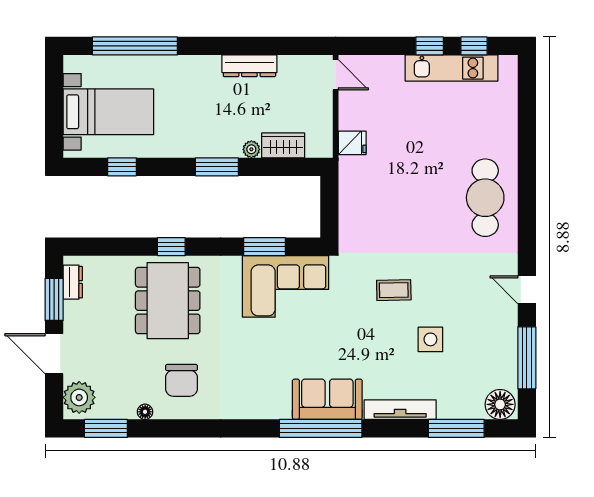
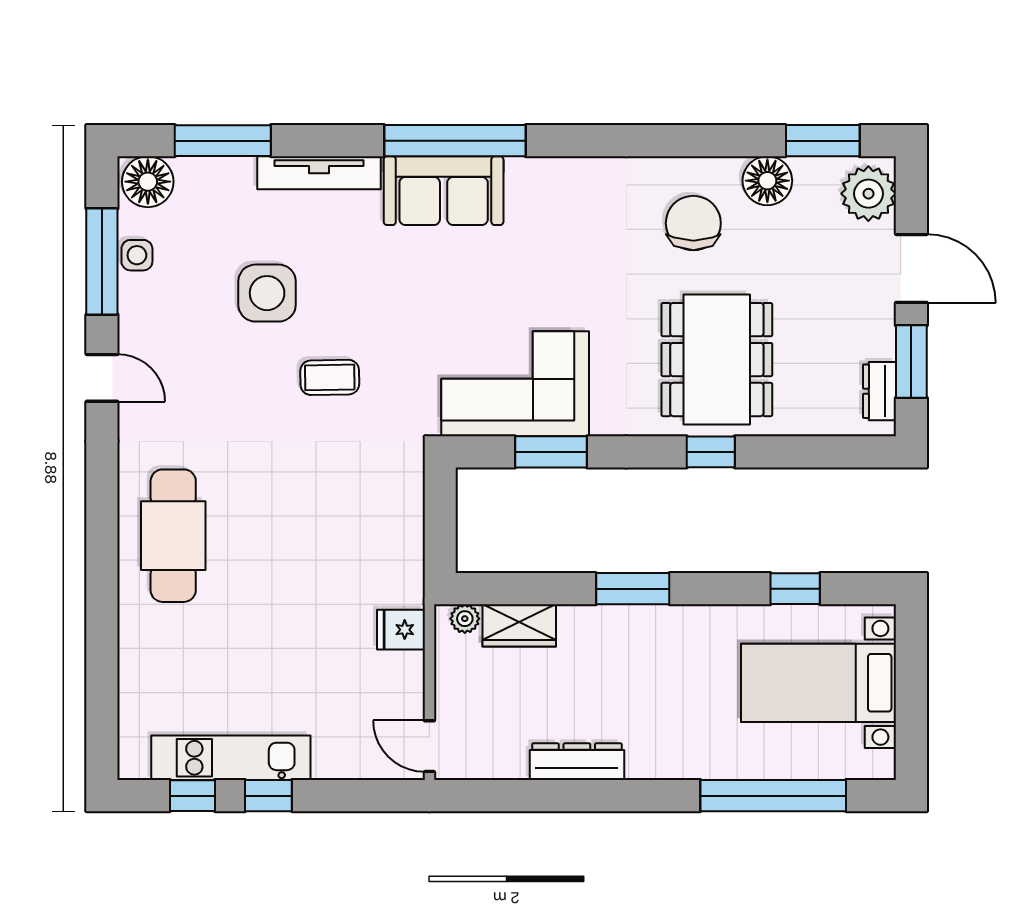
plant: (251, 149) -> (465, 619), moved
side table: (430, 339) -> (267, 293), width x1.37, depth x1.37
side table: (506, 362) -> (137, 255), added
floor lamp: (145, 412) -> (767, 181), width x1.89, depth x1.89

